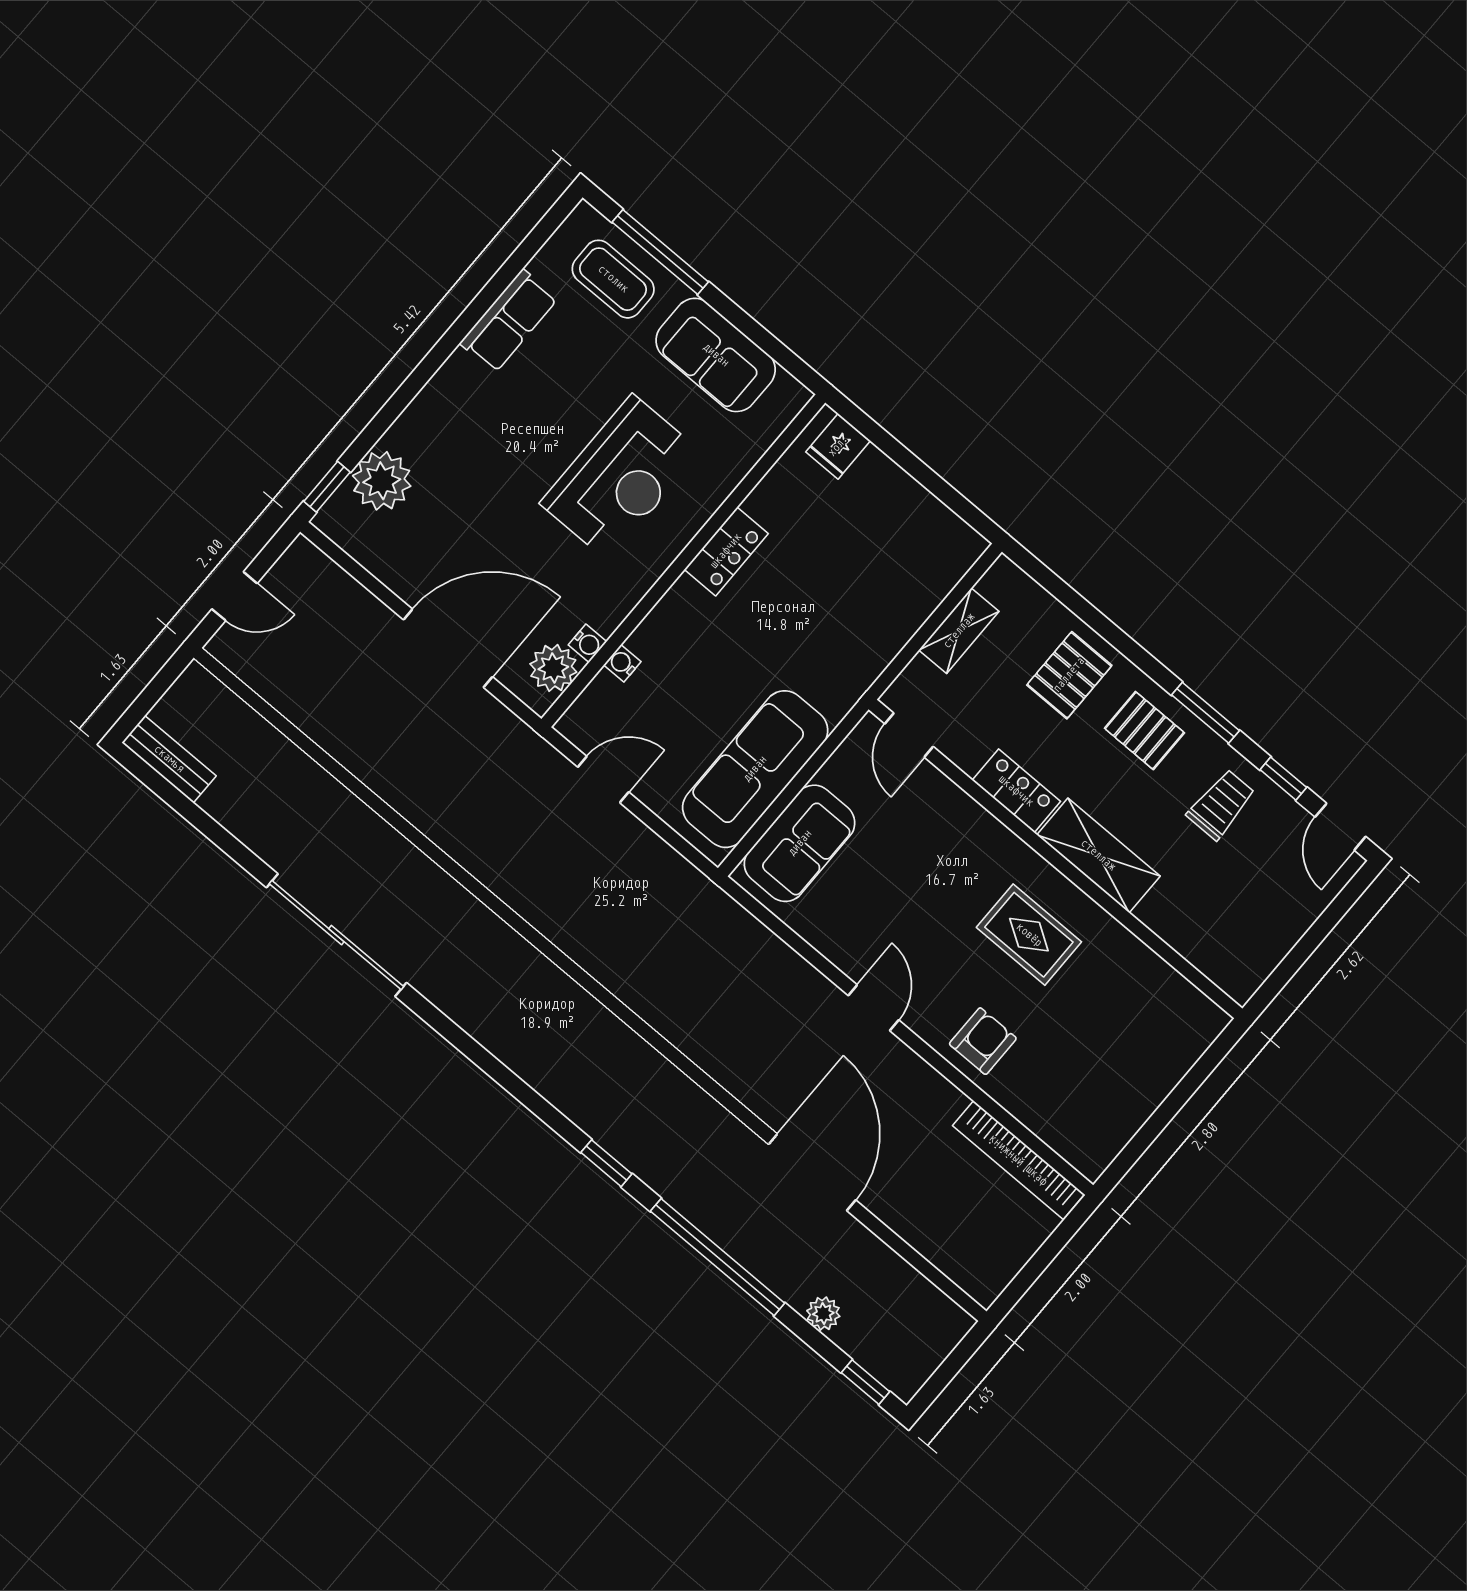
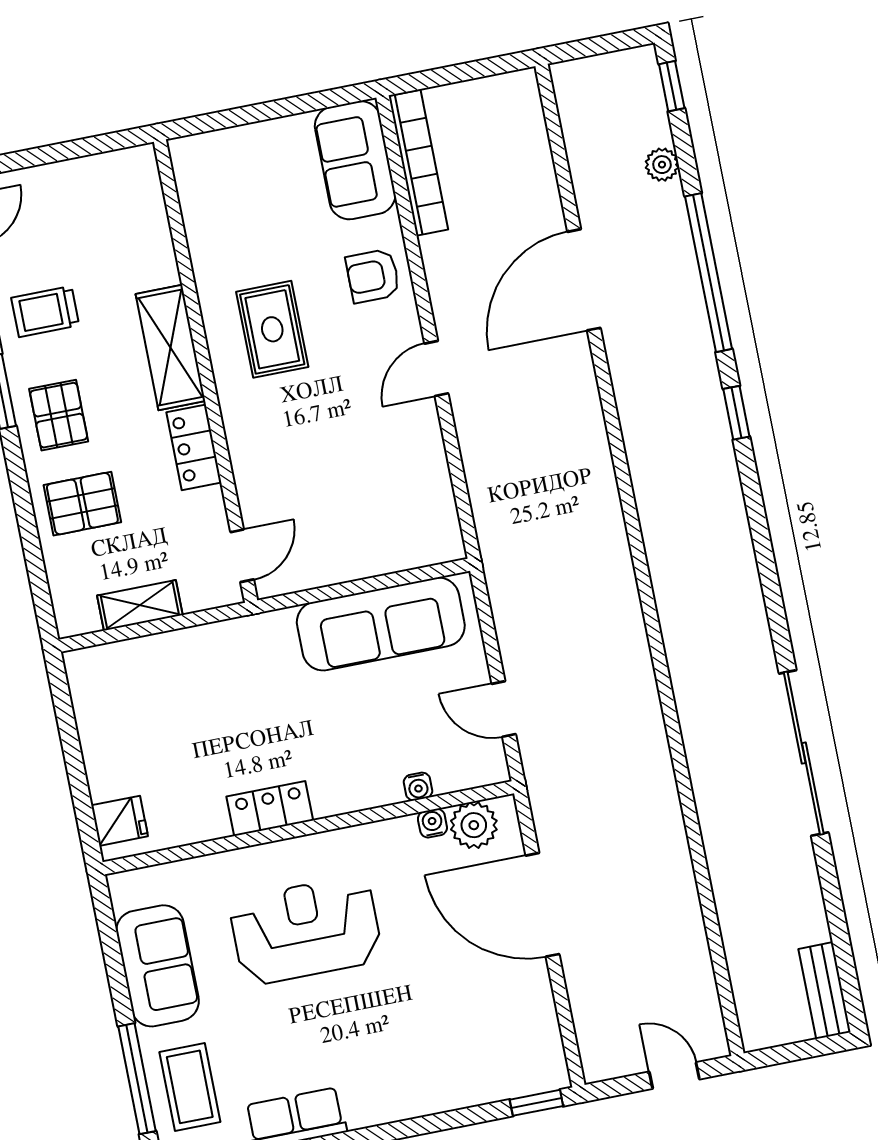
plant: (382, 481) -> (491, 1074), removed
sofa: (800, 843) -> (355, 160), moved, turned -90

